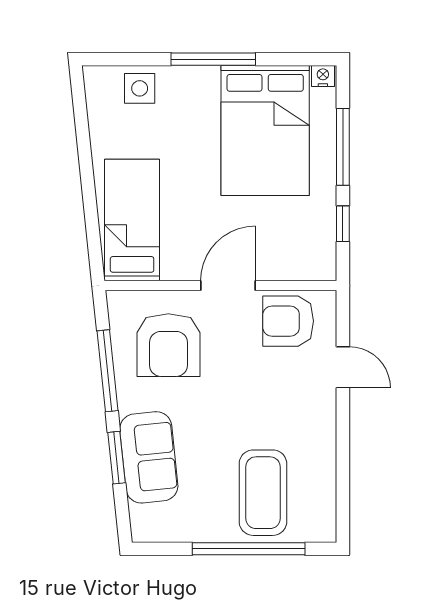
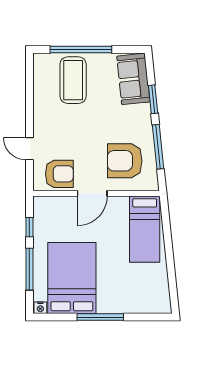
side table: (140, 88) -> (141, 301), removed
armchair: (168, 345) -> (125, 161), turned -90
sofa: (149, 457) -> (133, 79), moved

